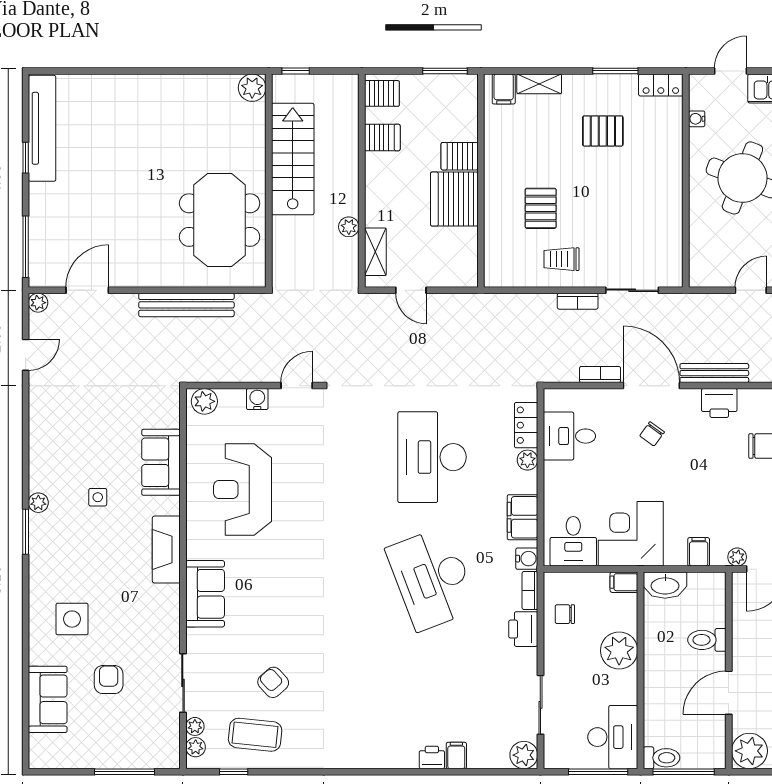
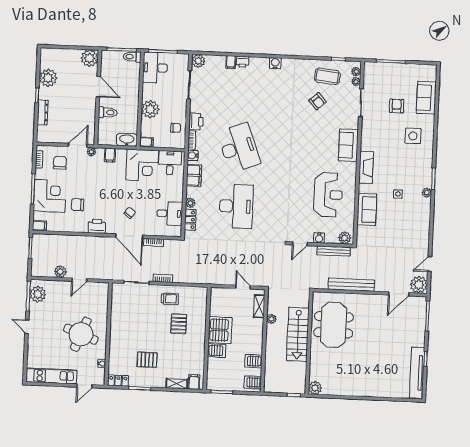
stairs: (293, 159) -> (298, 334), moved
plant: (38, 303) -> (419, 285), width x1.87, depth x1.87
bench: (714, 373) -> (333, 251), moved
armchair: (109, 680) -> (397, 106), turned 180
door: (729, 693) -> (98, 87), hinge flipped
water cooler: (364, 757) -> (275, 63), added

